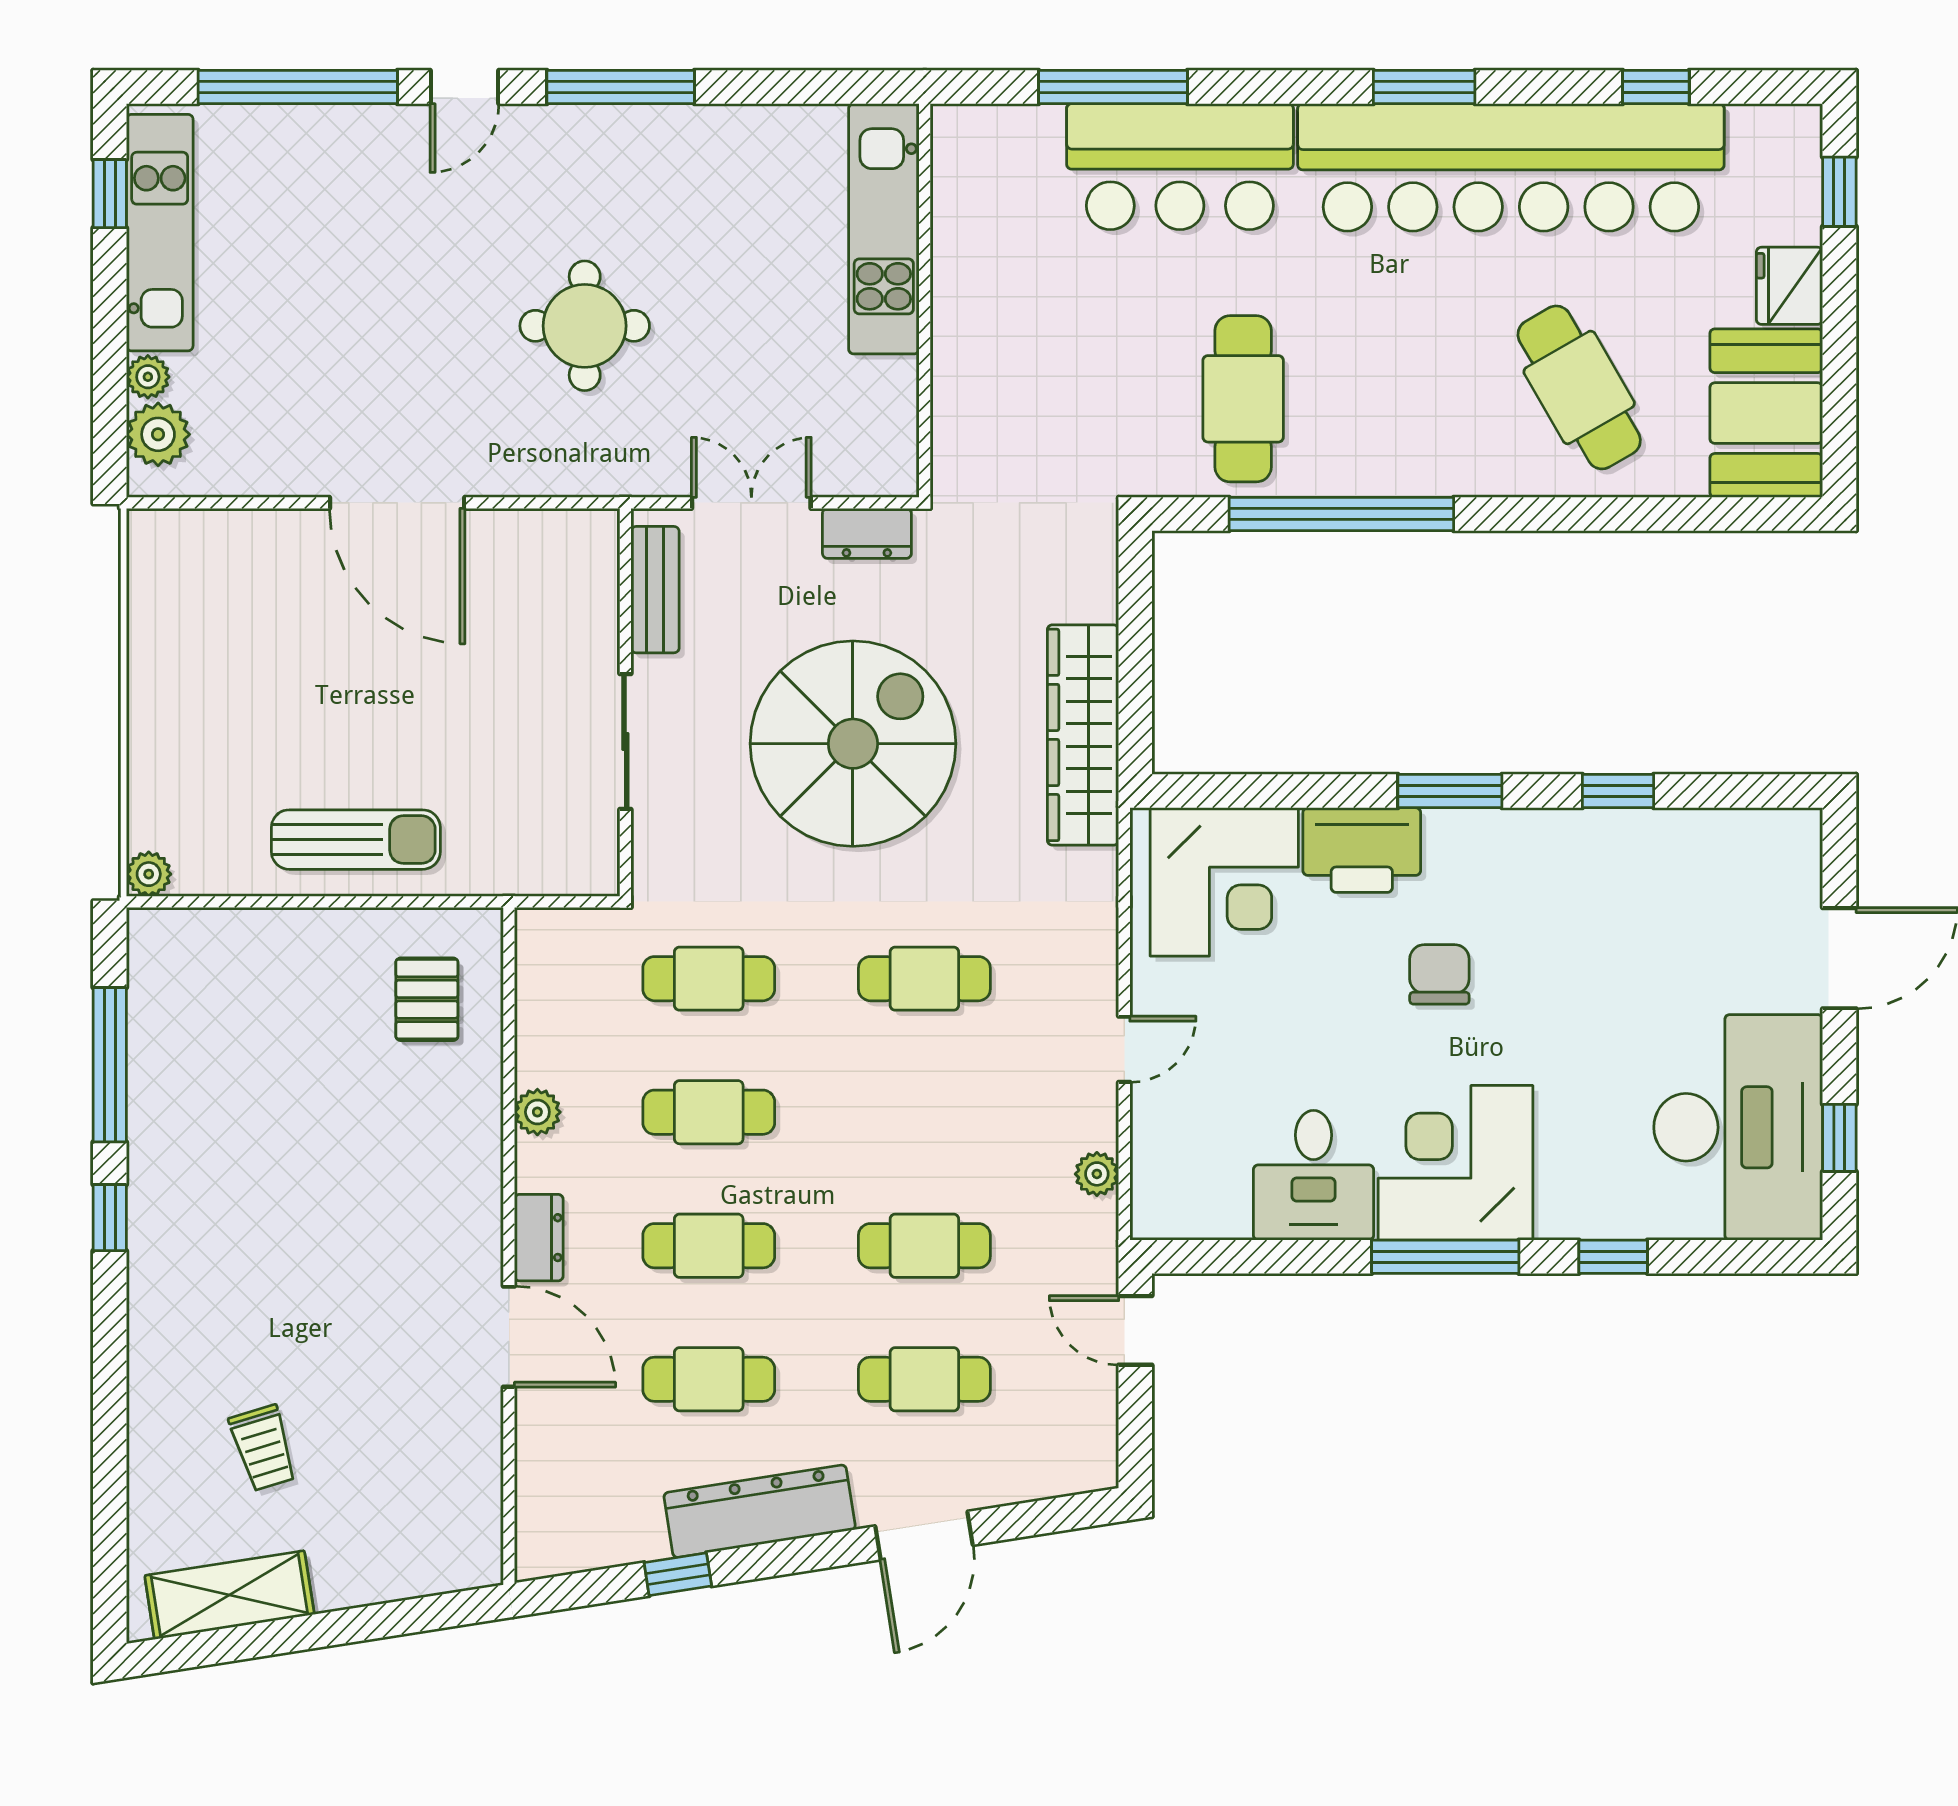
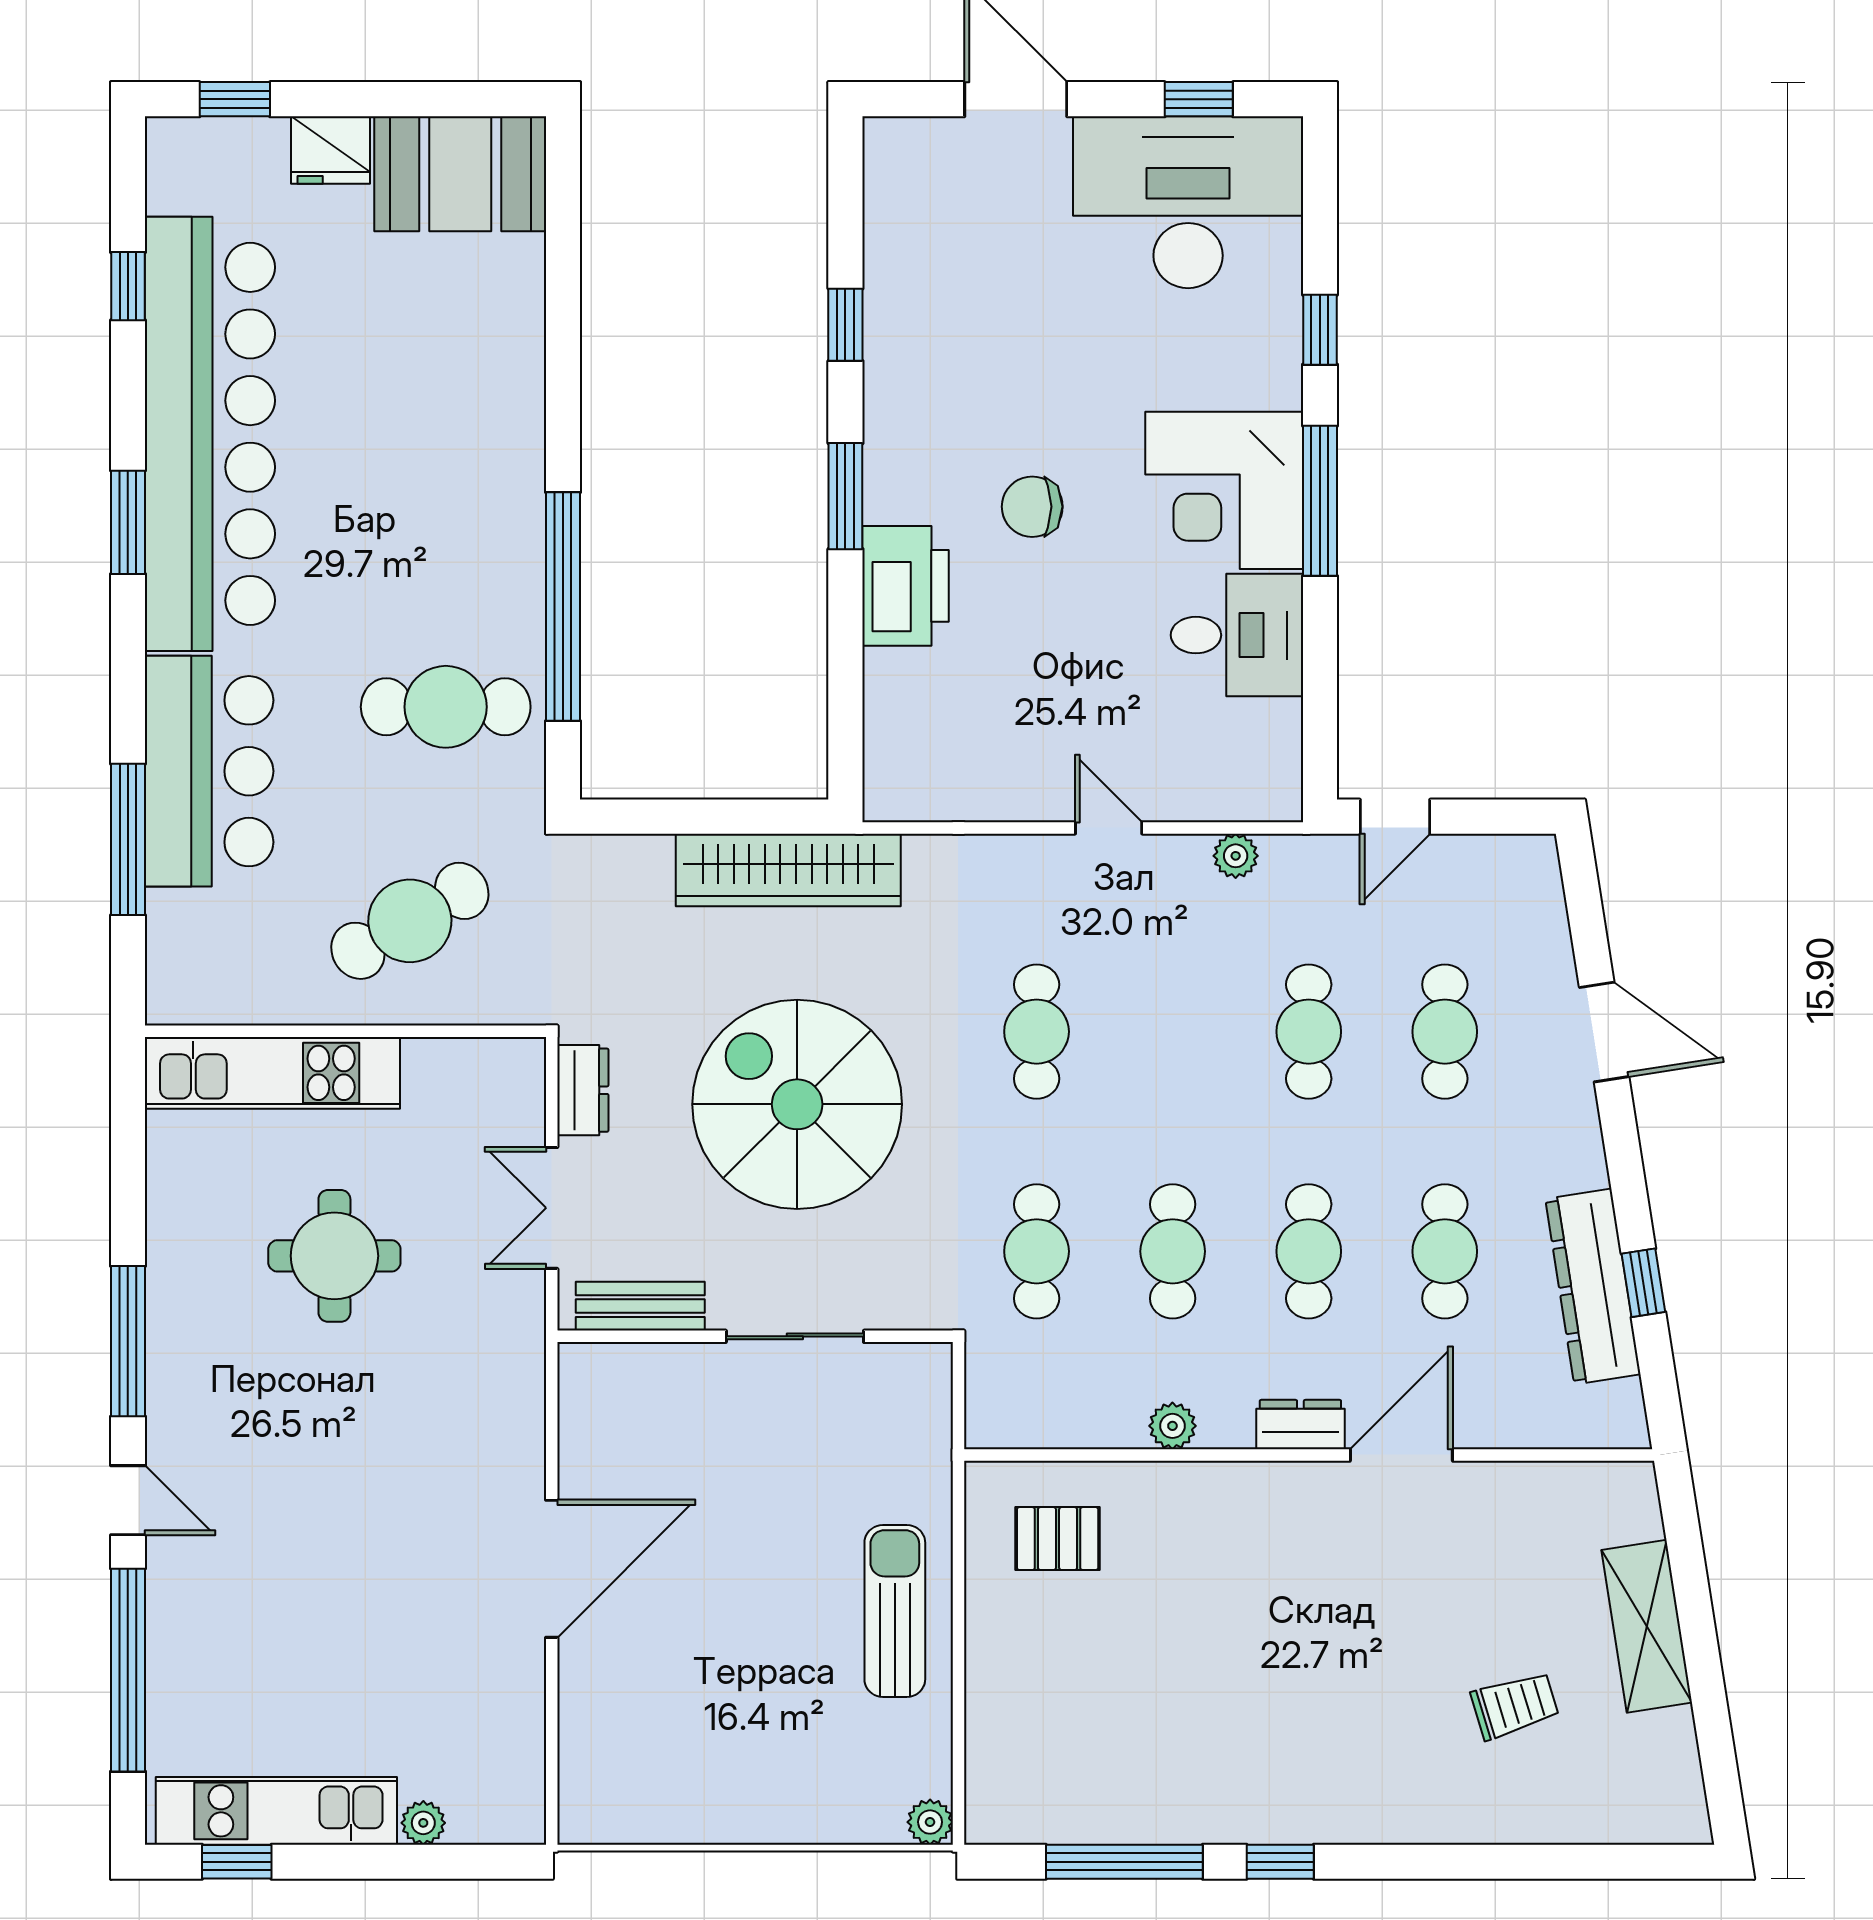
round table: (585, 326) -> (334, 1256), moved
cafe table: (1579, 387) -> (410, 921), moved
plant: (158, 434) -> (482, 1813), removed
corner desk: (1224, 882) -> (938, 726), removed
dresser: (760, 1511) -> (1593, 1287), moved
shelving: (229, 1595) -> (1647, 1626), moved

